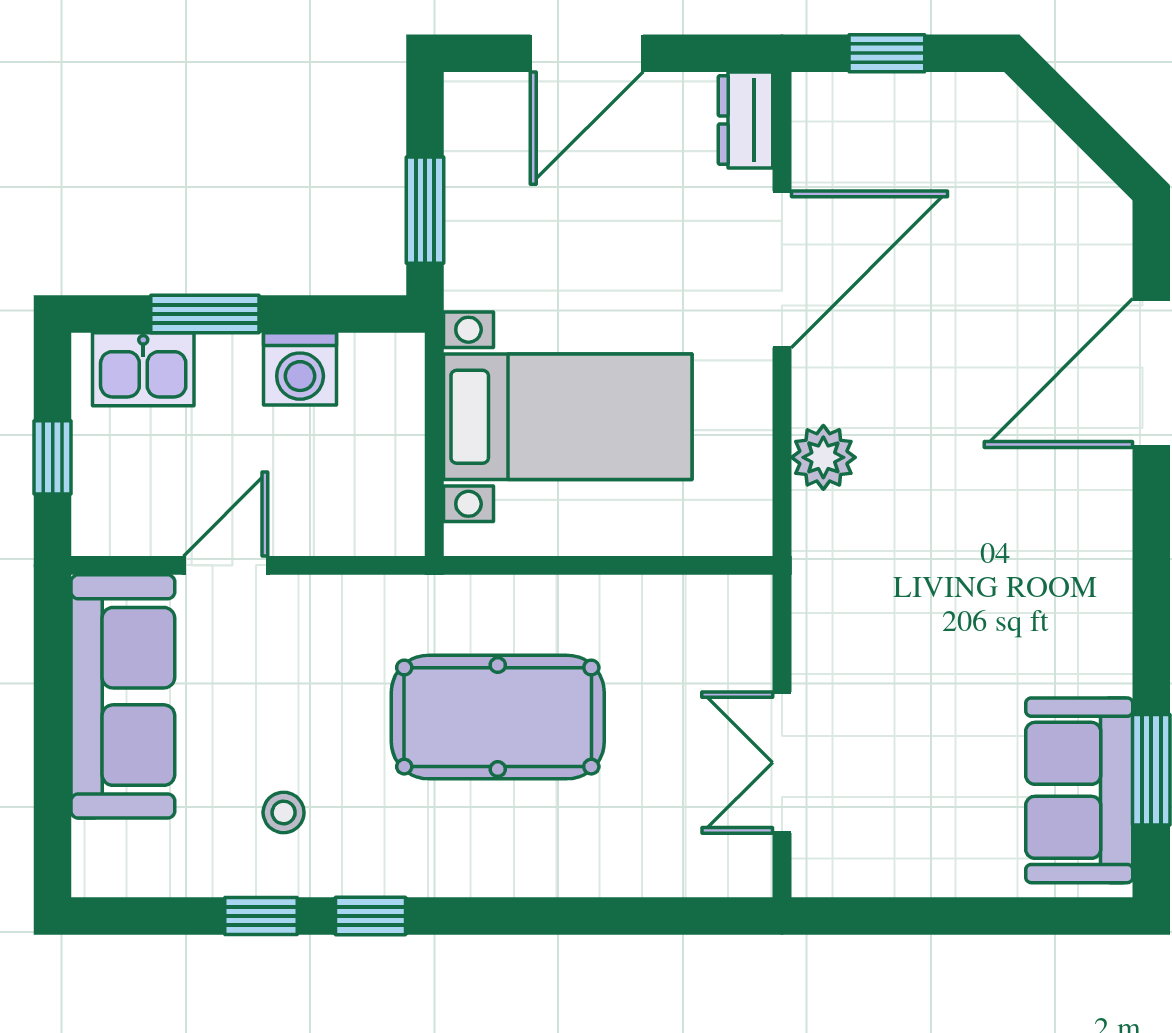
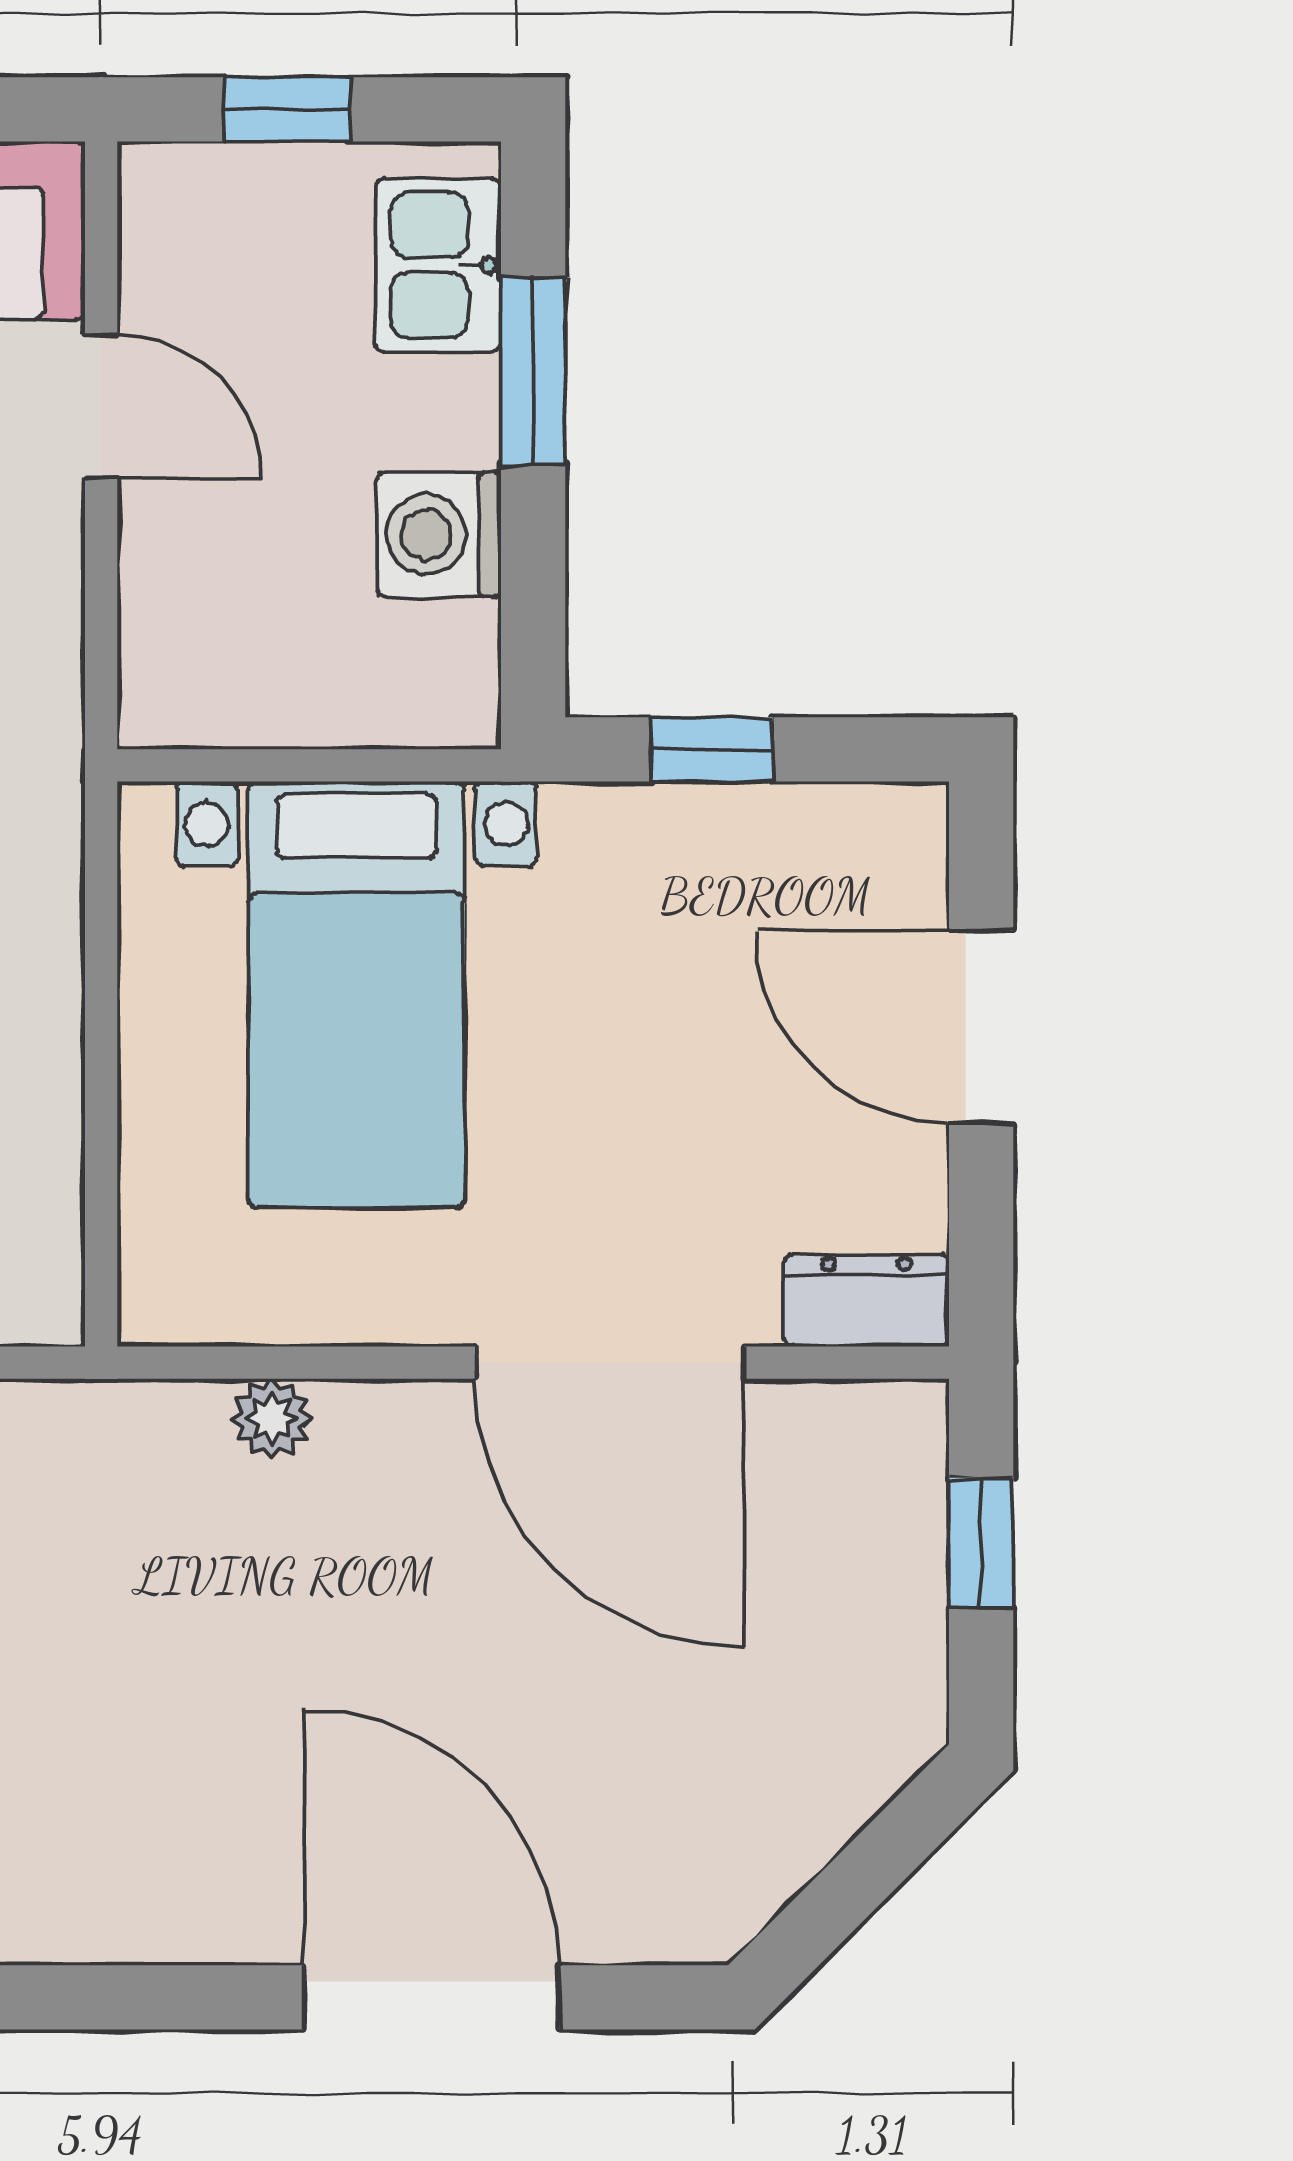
window: (425, 210) -> (711, 749), width x0.67
plant: (823, 457) -> (272, 1419), width x0.73, depth x0.73

